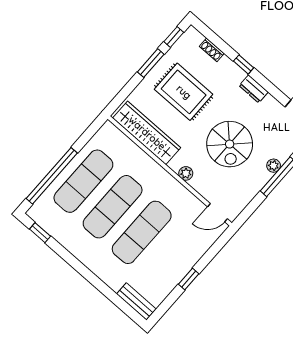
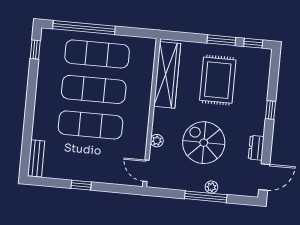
shoe rack: (212, 50) -> (264, 78), removed
dresser: (254, 89) -> (256, 148), moved
spiral stairs: (230, 144) -> (204, 143), turned 90
plant: (186, 173) -> (157, 141), moved

